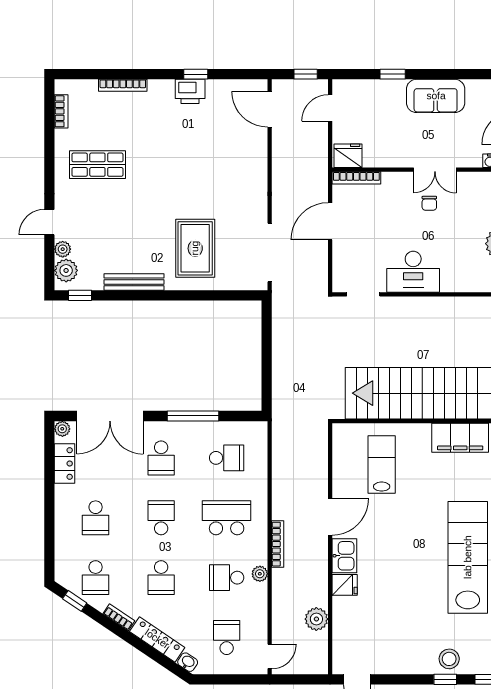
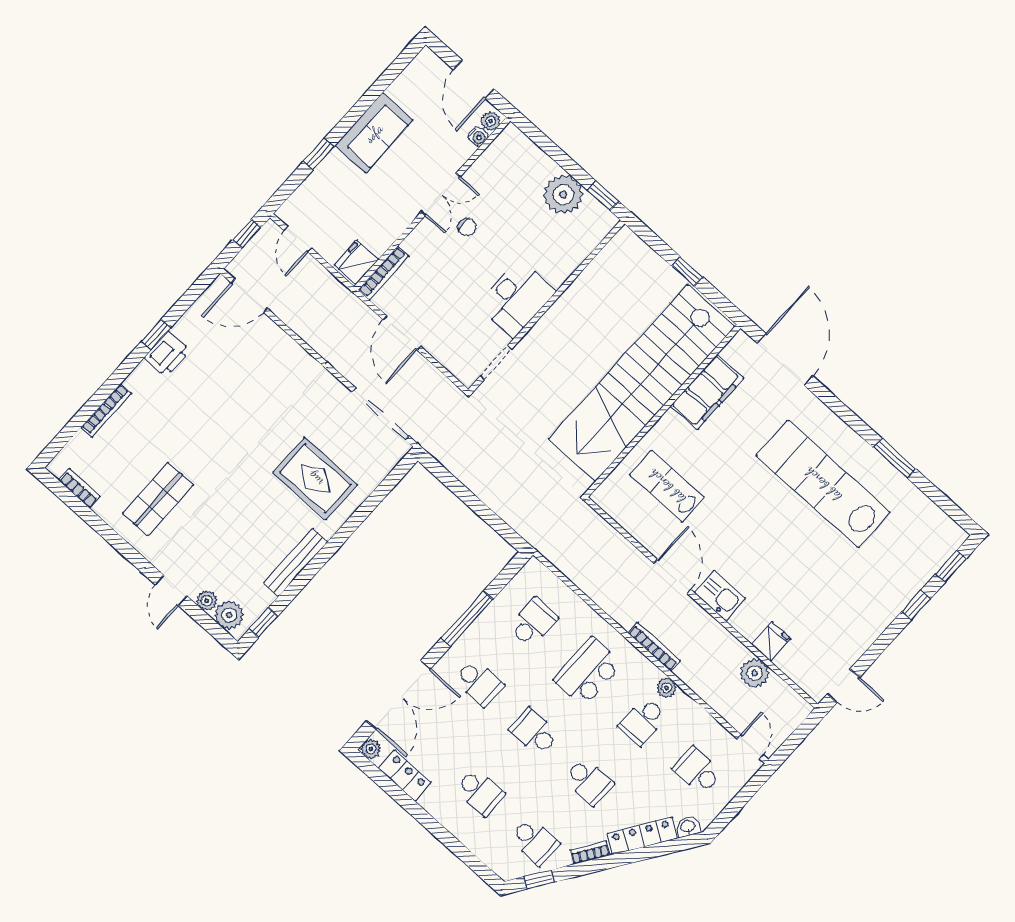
fridge: (345, 585) -> (771, 641), moved
stool: (449, 659) -> (901, 585), removed

